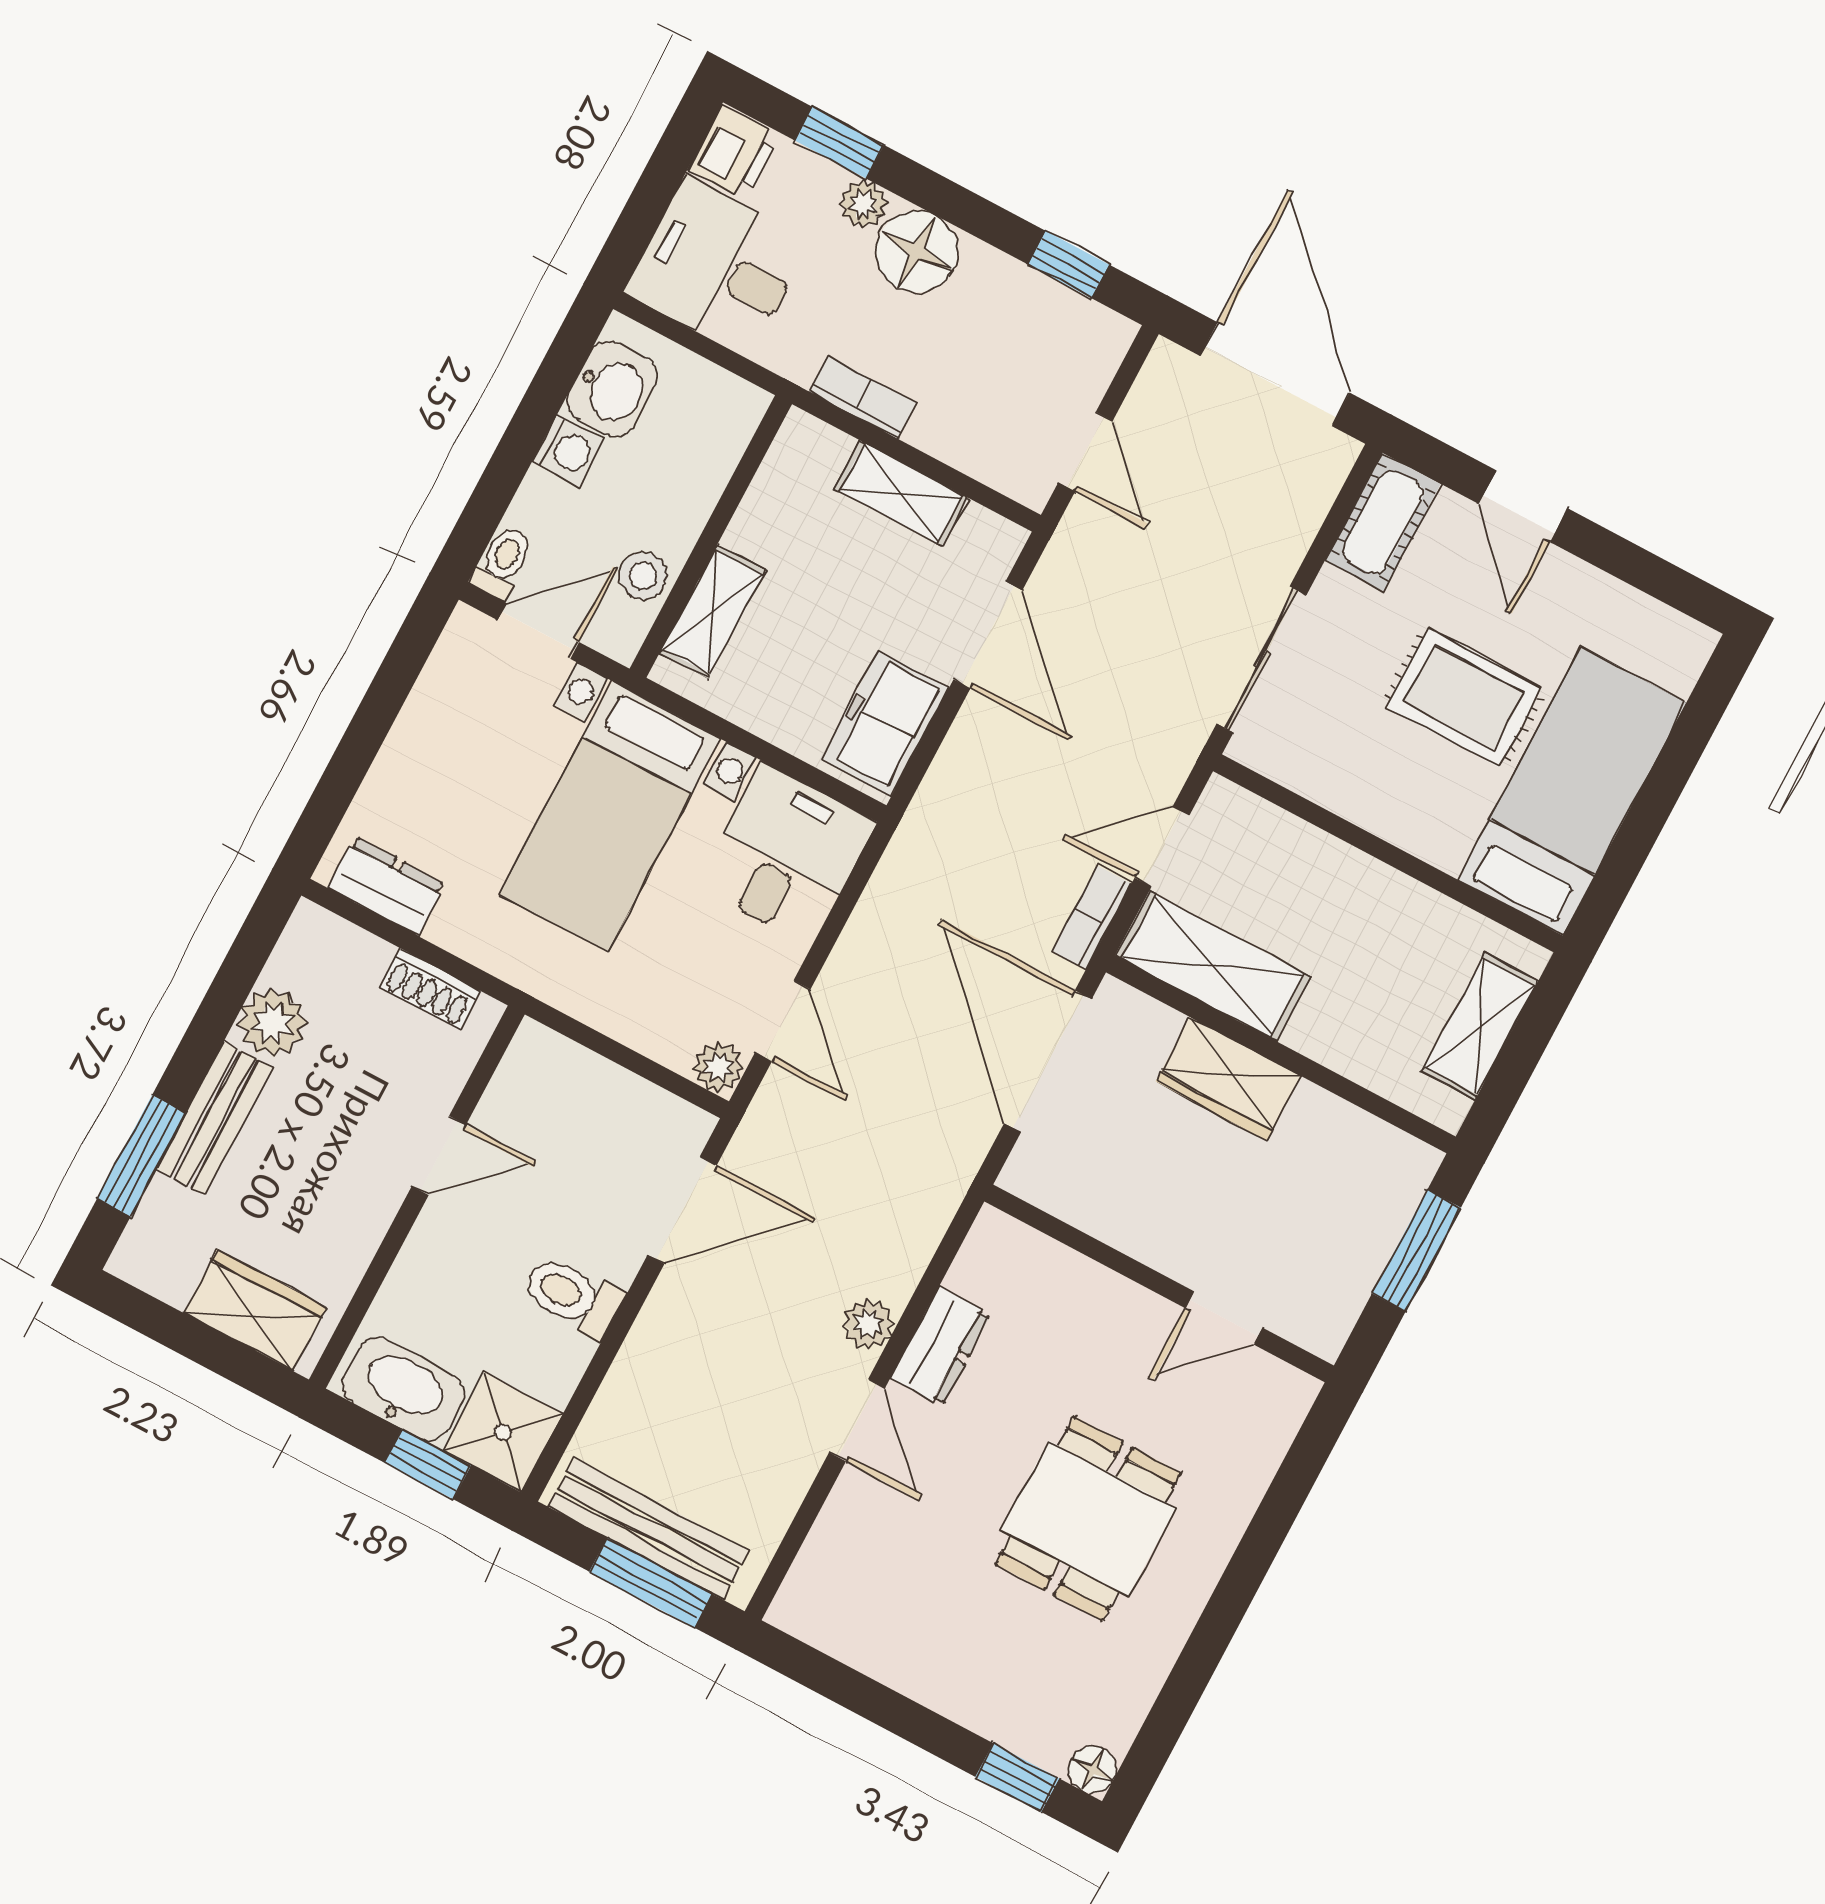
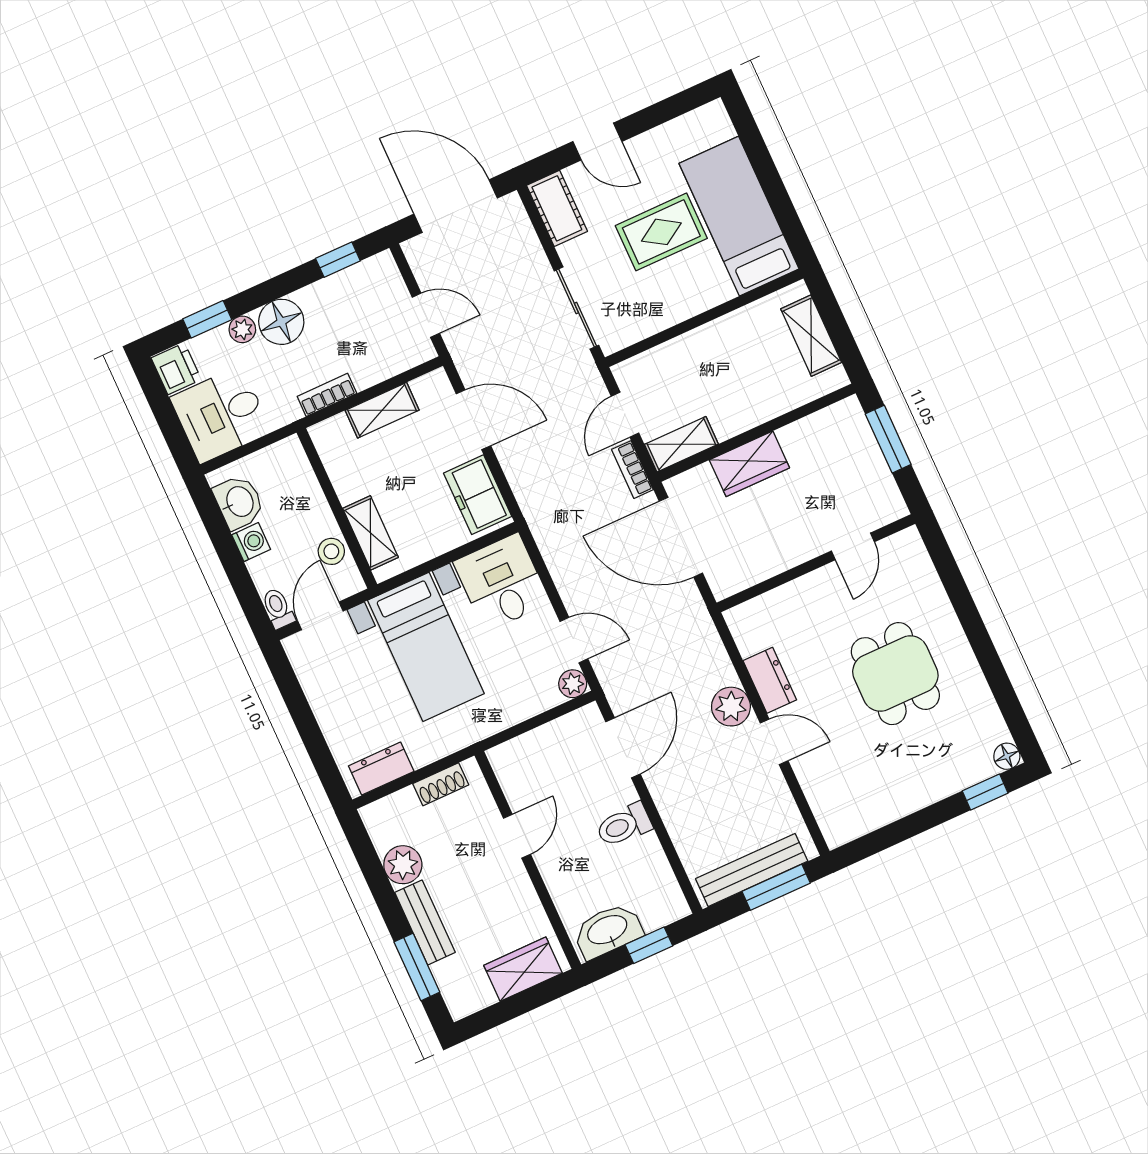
shelving: (1213, 966) -> (681, 444), width x0.67, depth x0.75
plant: (869, 1324) -> (731, 707), width x1.38, depth x1.38
shower: (503, 1432) -> (660, 901), removed

